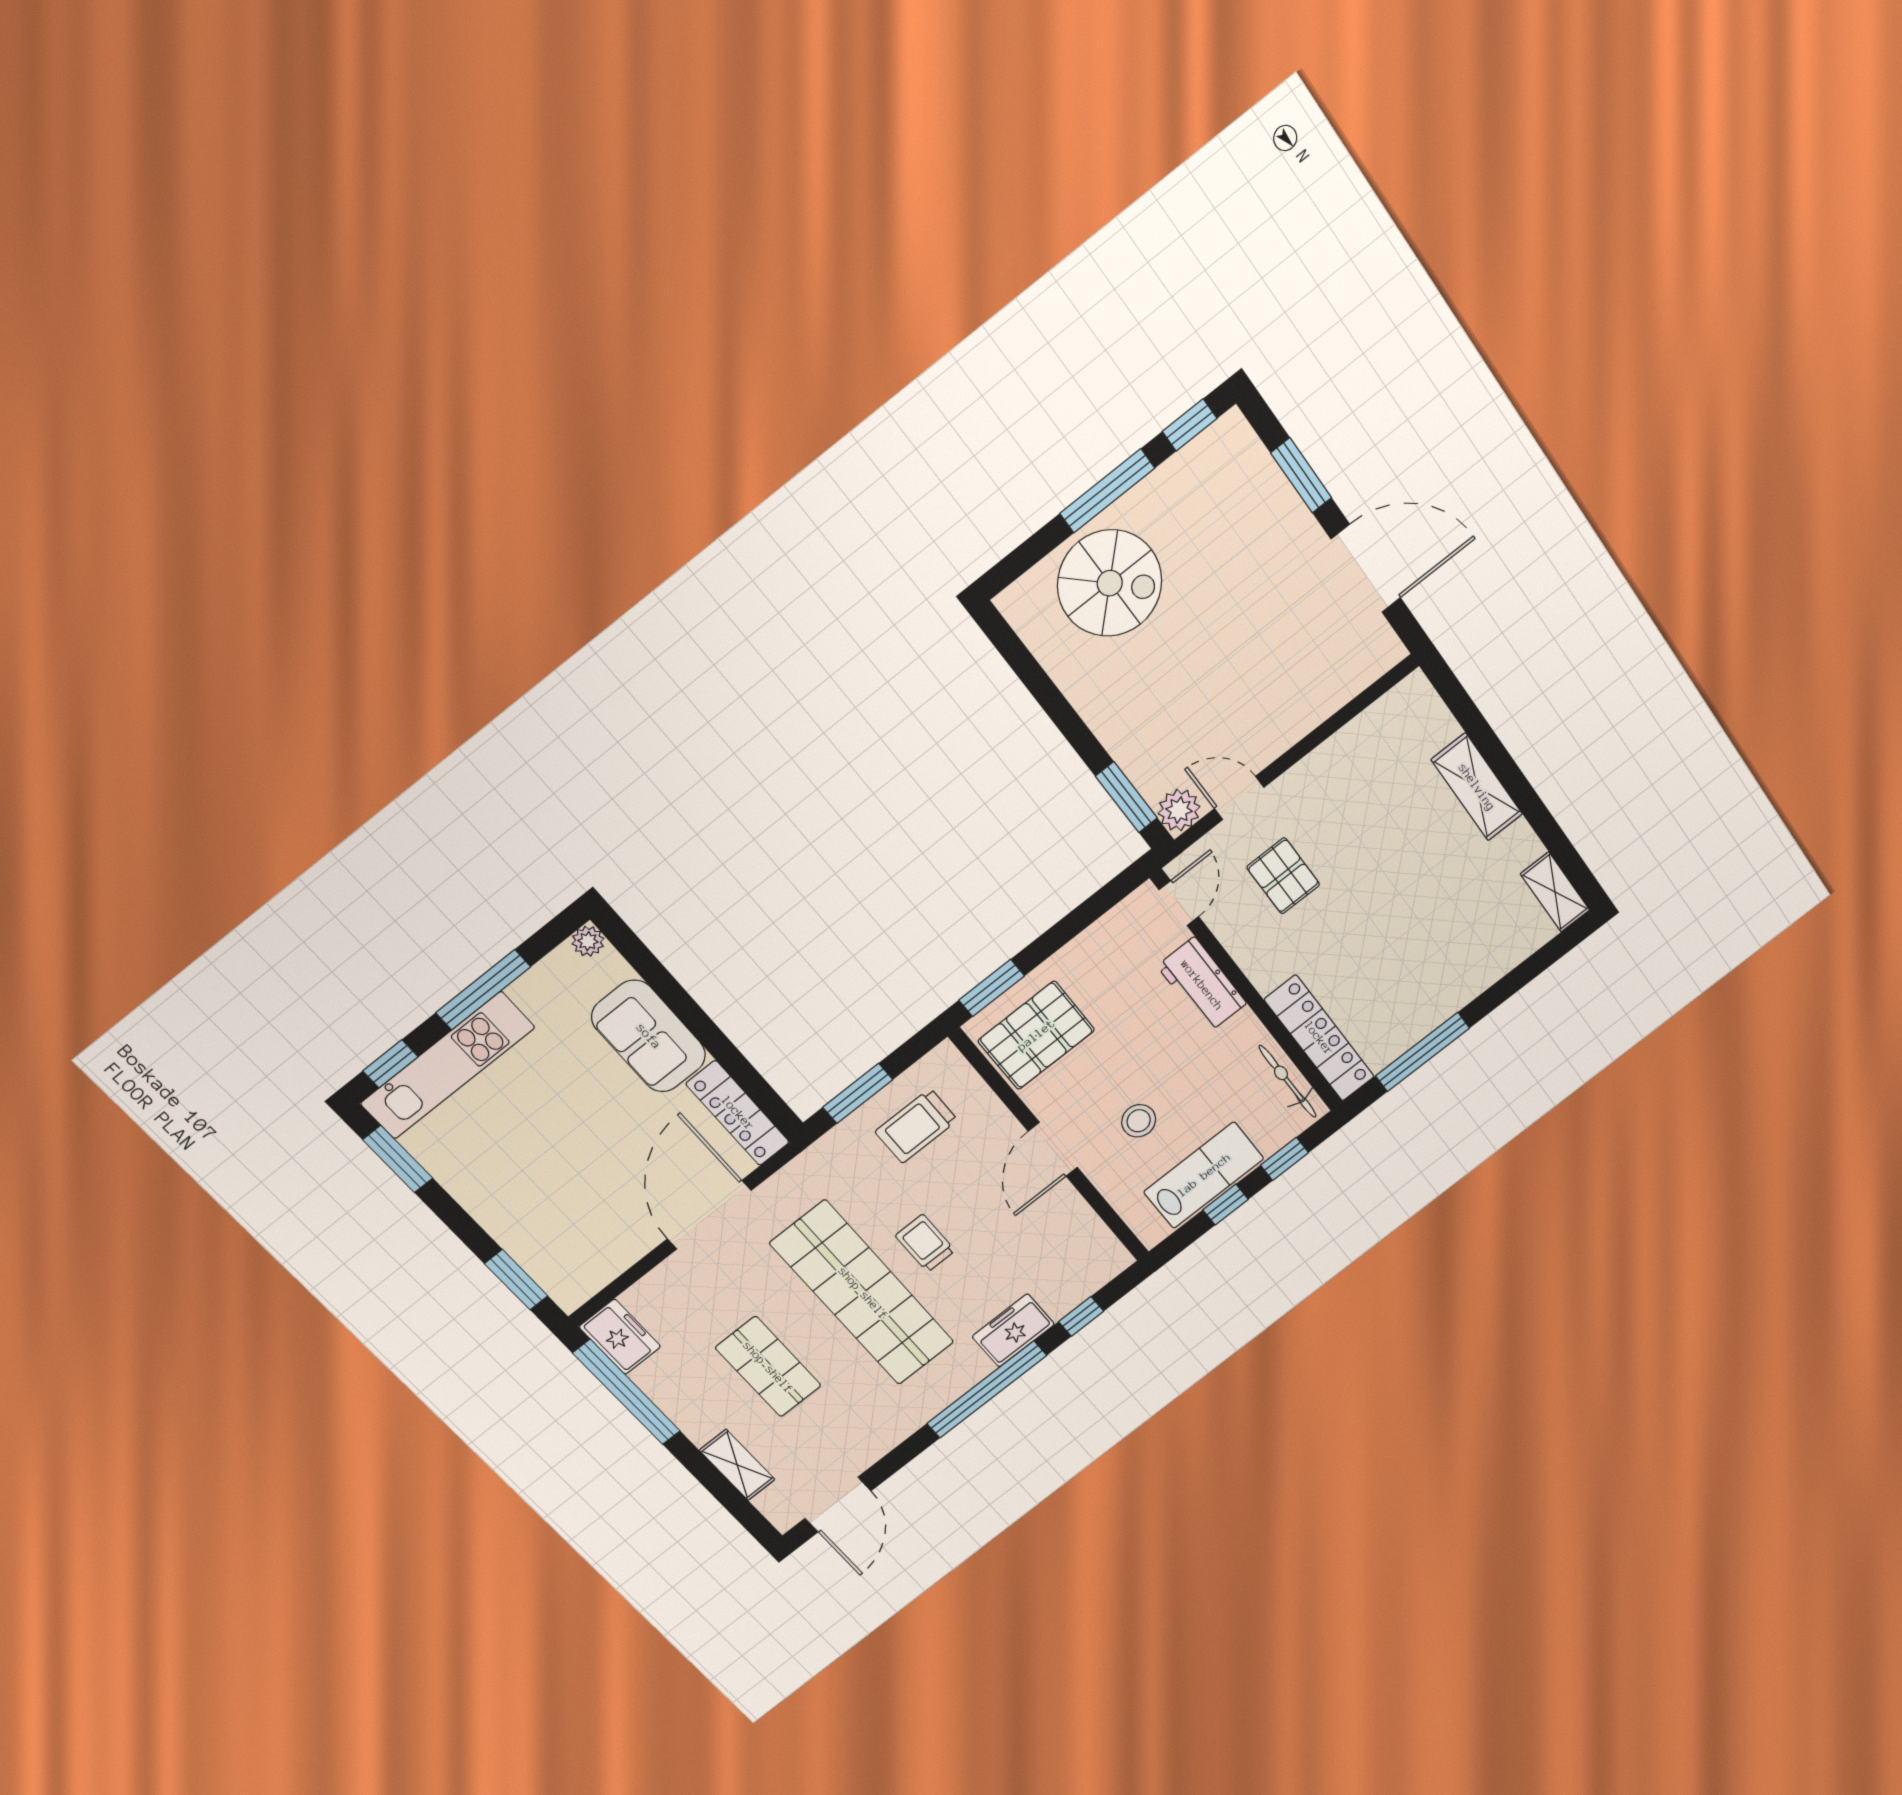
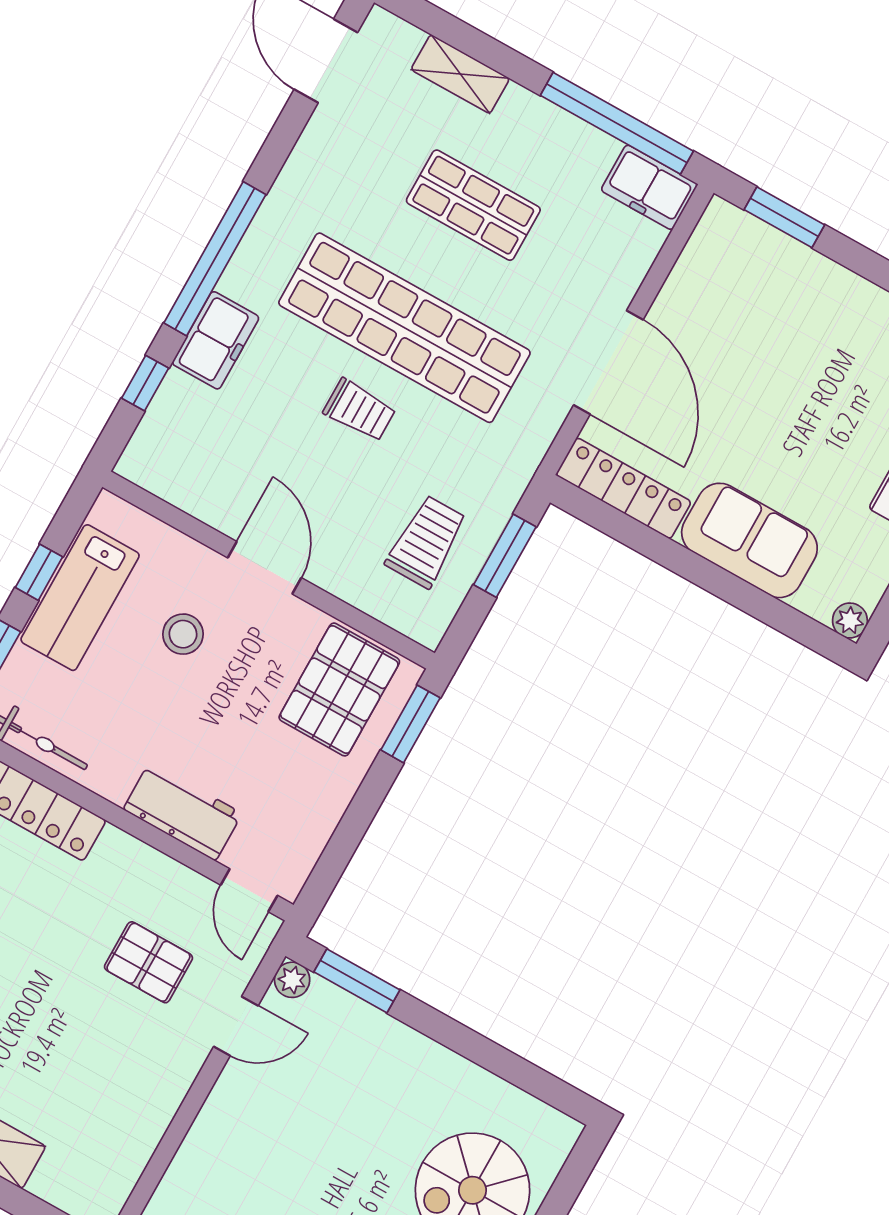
plant: (1179, 810) -> (292, 980), width x0.73, depth x0.73

